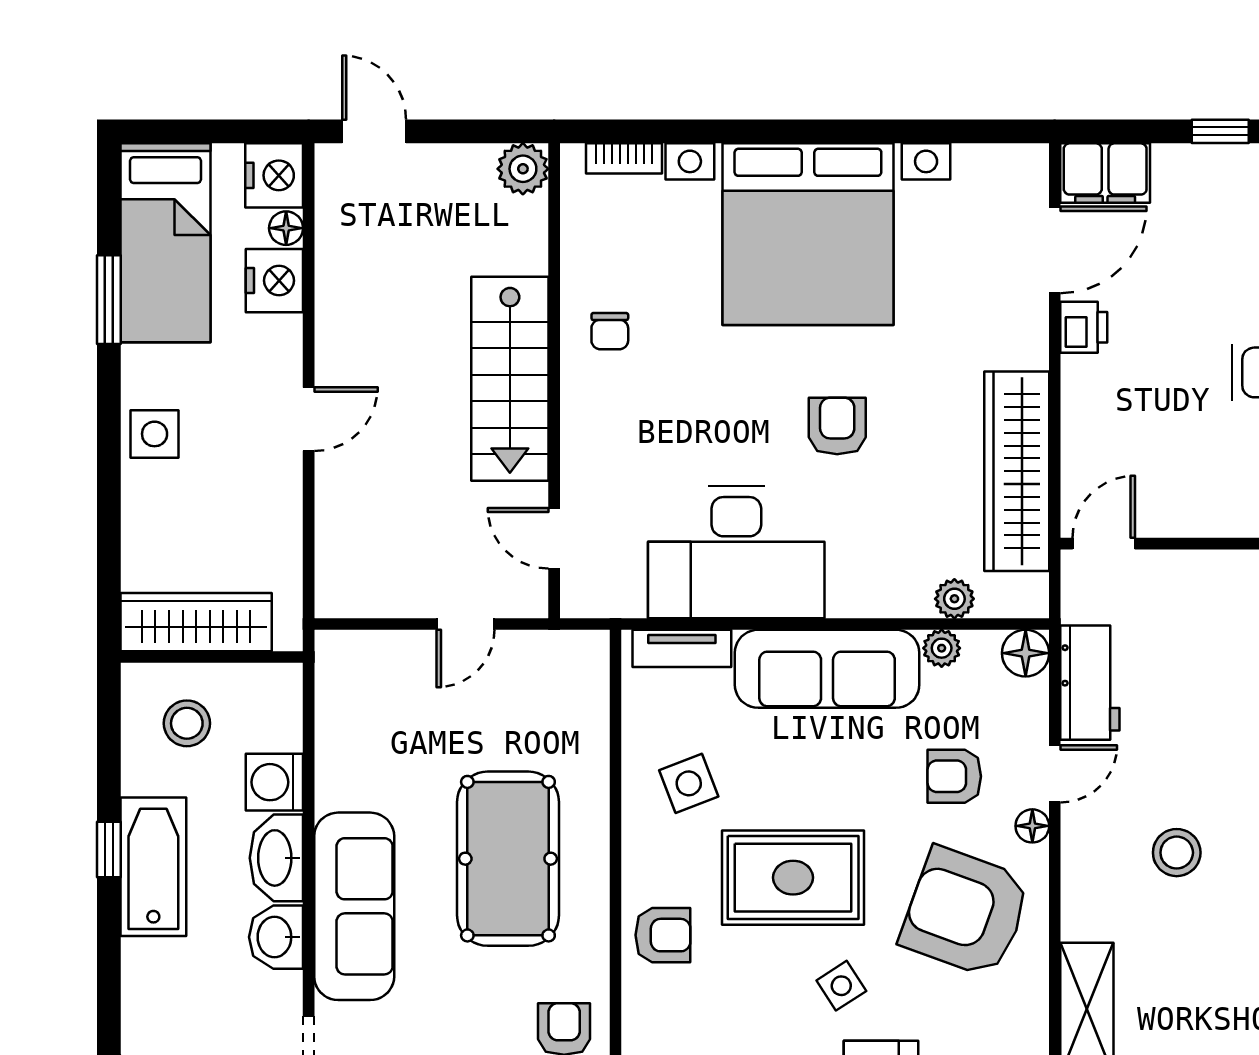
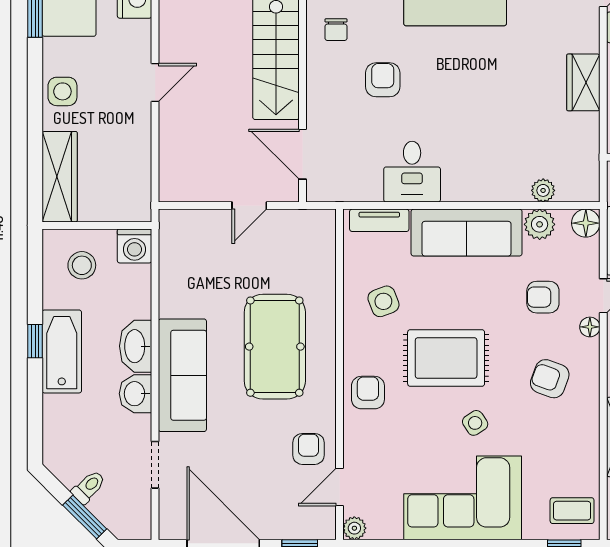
armchair: (837, 426) -> (383, 80), moved
wardrobe: (1017, 471) -> (583, 82), width x0.48, depth x0.85
door: (554, 538) -> (303, 154), width x1.38
desk: (736, 552) -> (412, 172), width x0.53, depth x0.77
wardrobe: (196, 622) -> (60, 177), moved, turned 90
plant: (942, 648) -> (540, 224), width x1.38, depth x1.38
washing machine: (274, 782) -> (135, 246), moved, turned -90
armchair: (965, 912) -> (550, 379), width x0.53, depth x0.53
armchair: (663, 935) -> (368, 393), turned -90

